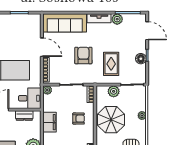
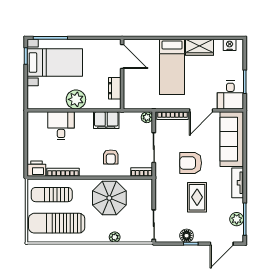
plant: (117, 19) -> (237, 219), moved
armchair: (83, 55) -> (191, 163), turned 180
rug: (111, 64) -> (197, 197), moved, turned 90
plant: (114, 91) -> (145, 201), removed
desk: (30, 98) -> (230, 95), moved

